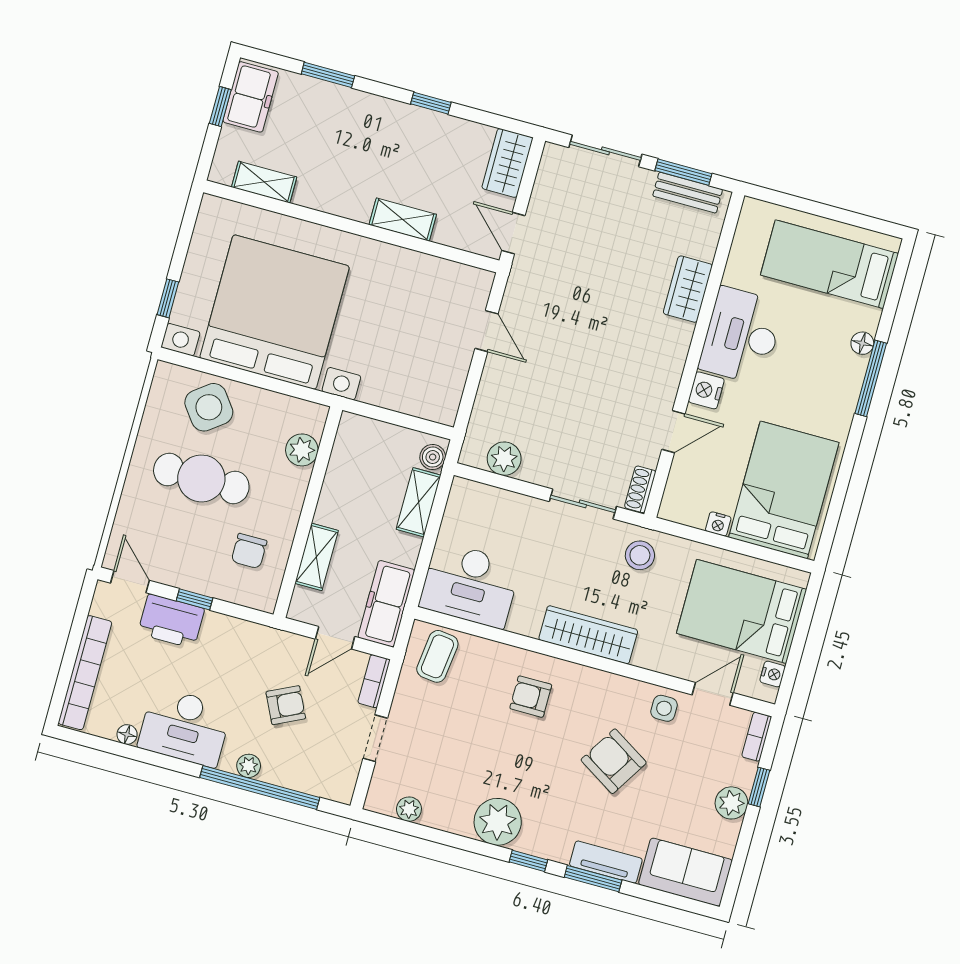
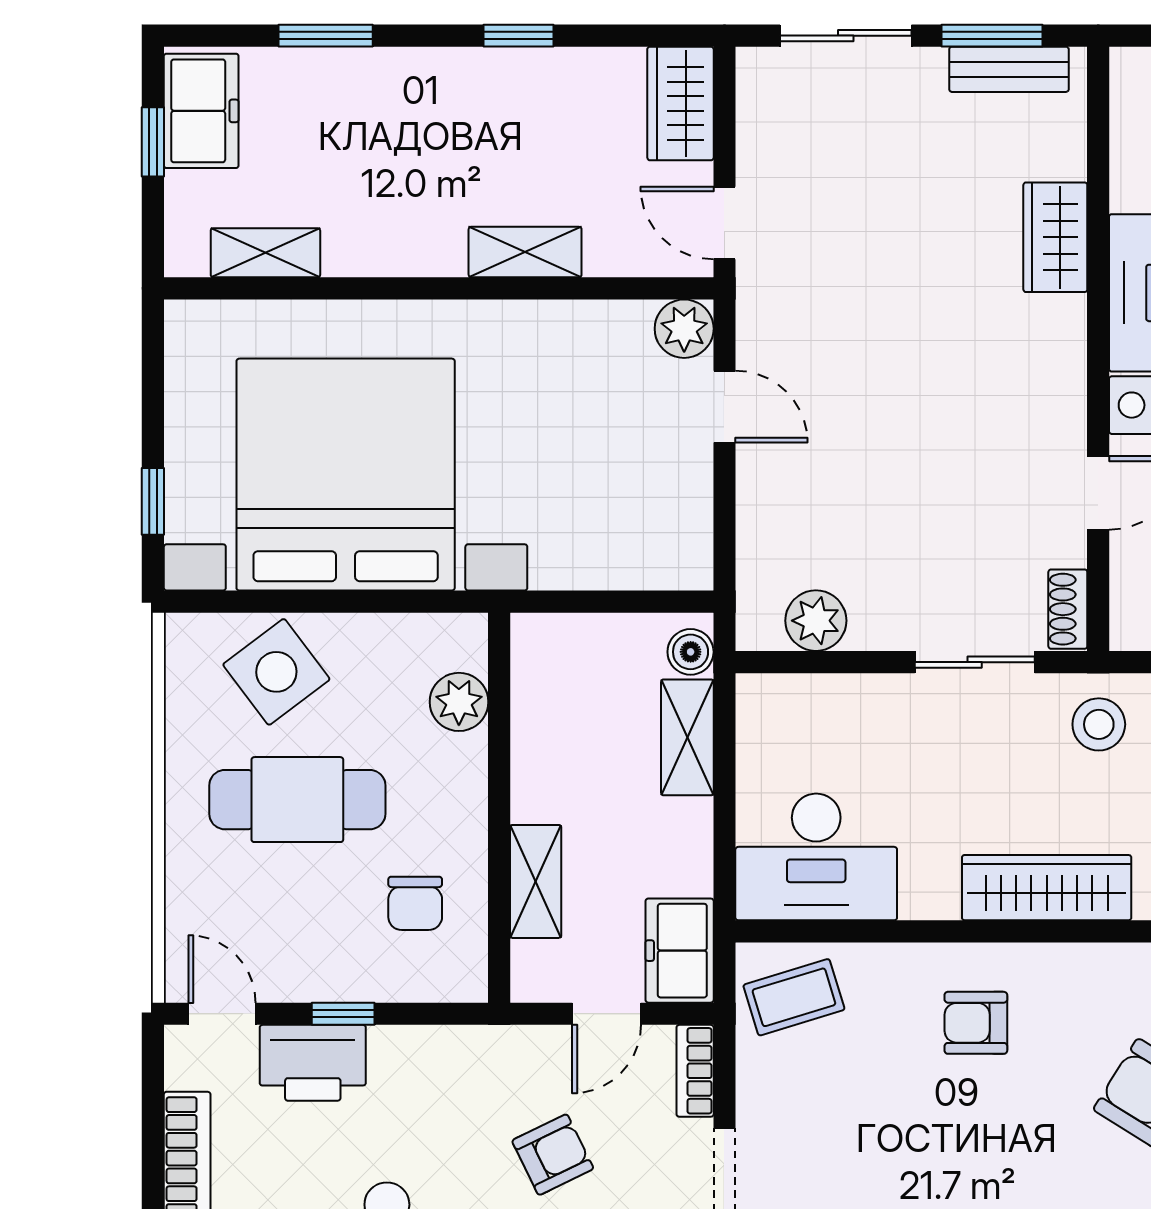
plant: (476, 284) -> (684, 329), added
freezer: (386, 604) -> (680, 951), width x0.71
coffee table: (437, 656) -> (794, 997), turned 66

